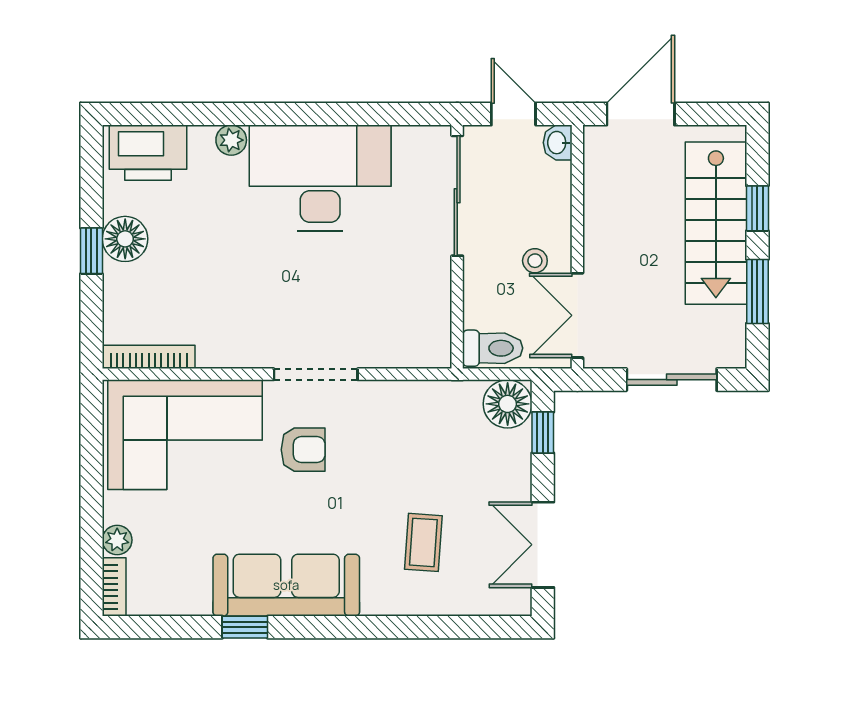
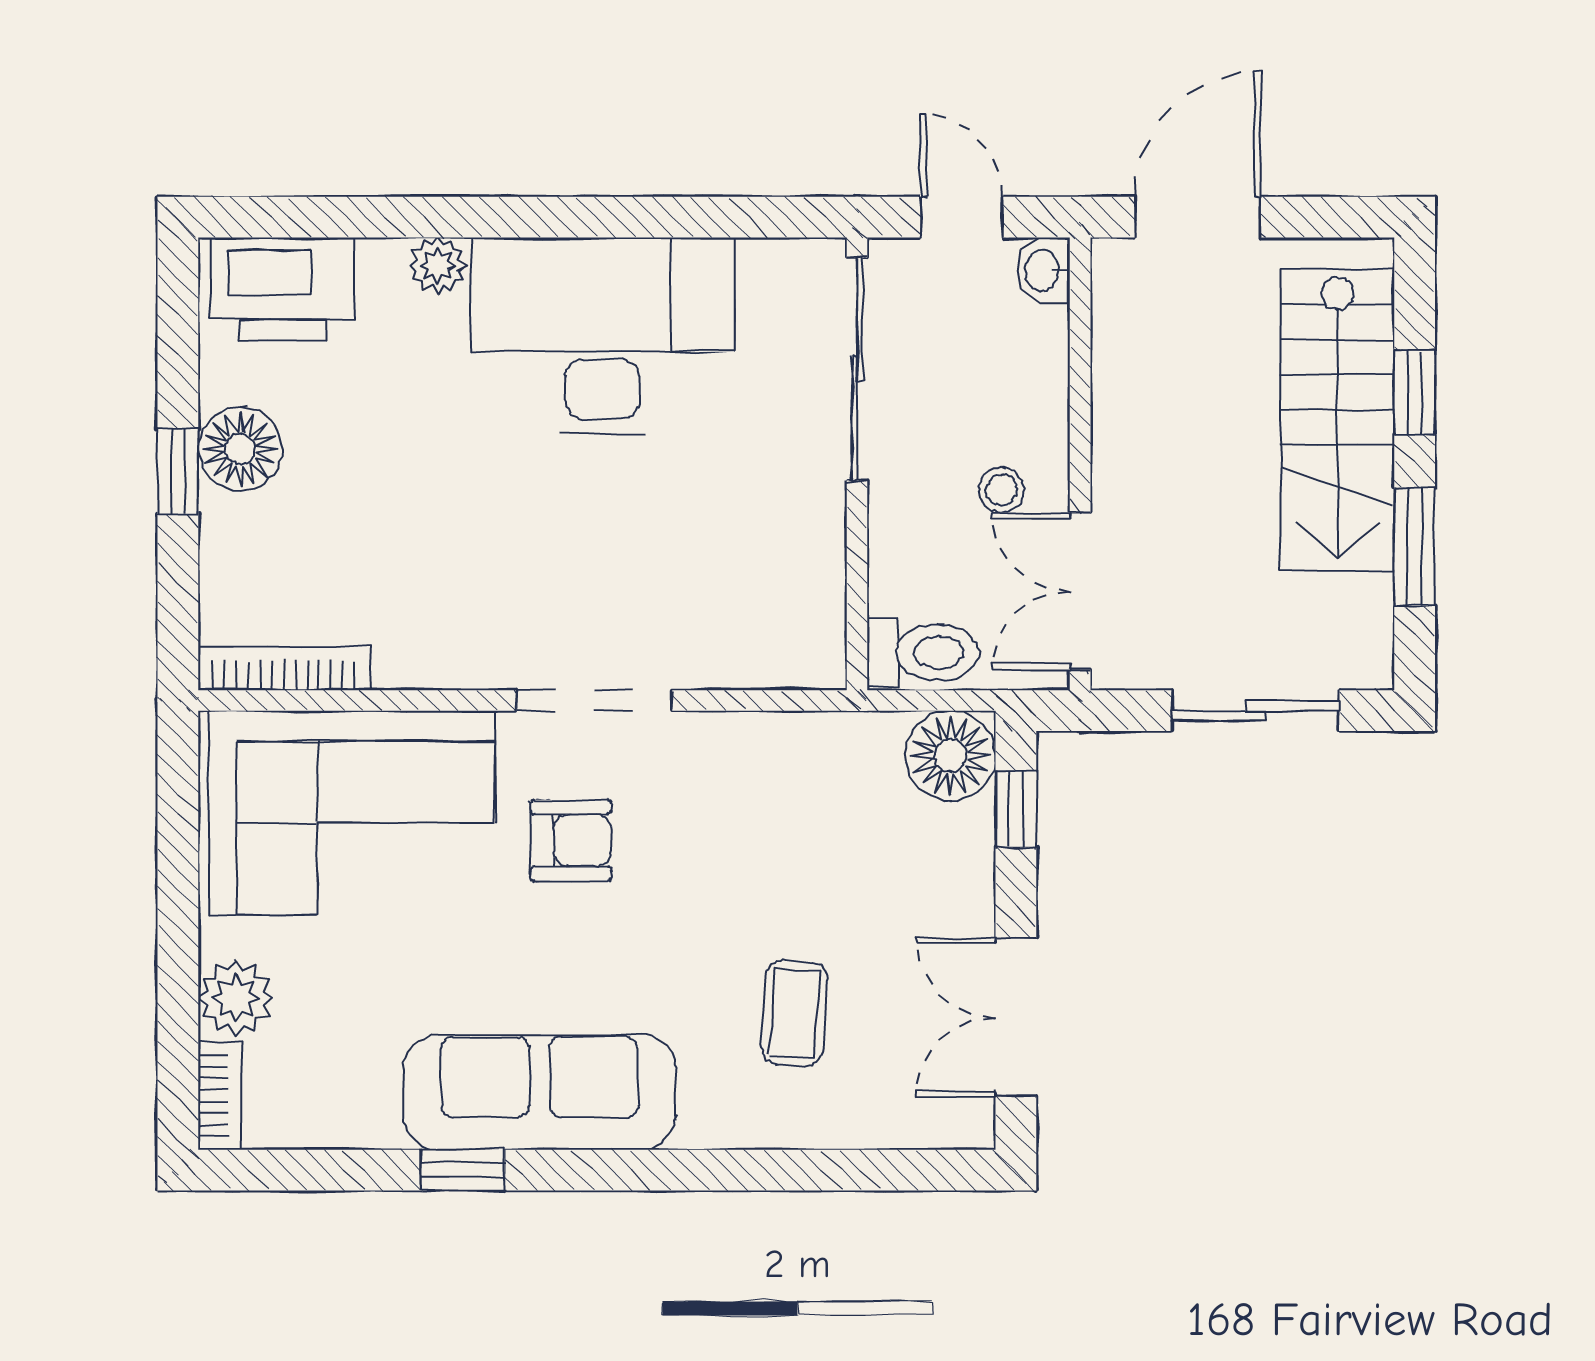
plant: (117, 540) -> (236, 998), width x1.38, depth x1.38

